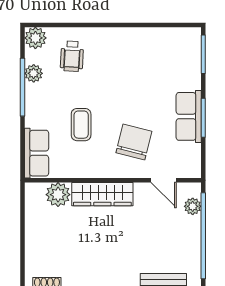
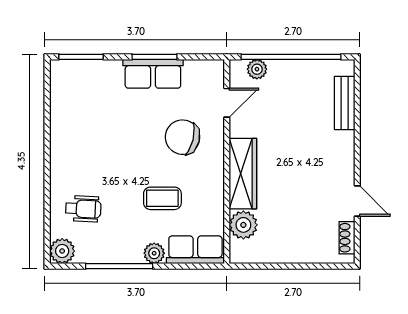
plant: (34, 73) -> (154, 253), moved

